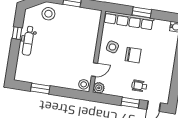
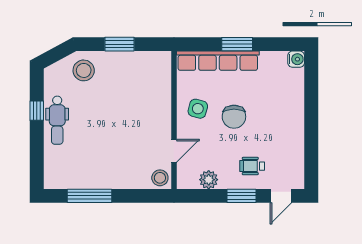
chair: (133, 55) -> (234, 117), turned 90
window: (40, 88) -> (89, 196), width x1.44
plant: (99, 88) -> (209, 180), moved

